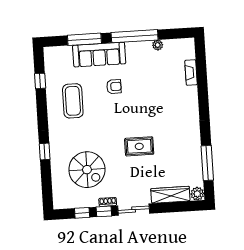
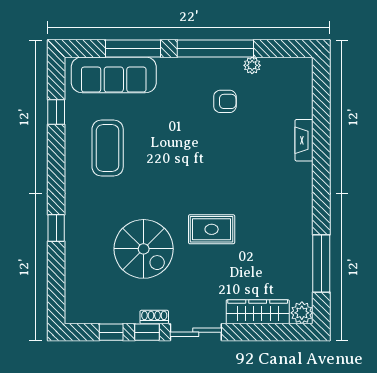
sofa: (99, 55) -> (114, 75), moved
fireplace: (191, 73) -> (304, 140), moved
armchair: (114, 87) -> (225, 101), moved
spiral stairs: (87, 170) -> (144, 249), moved

